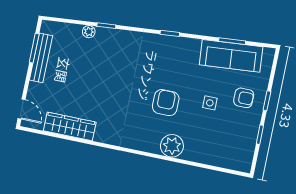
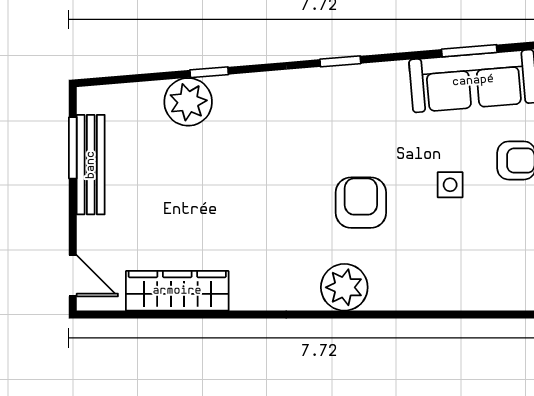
plant: (89, 32) -> (188, 102), width x1.87, depth x1.87
plant: (172, 146) -> (344, 287), moved

